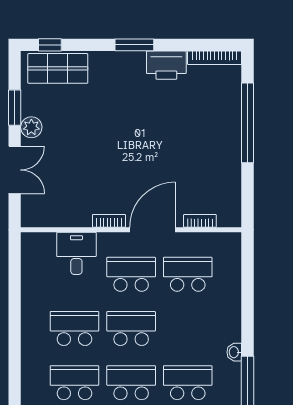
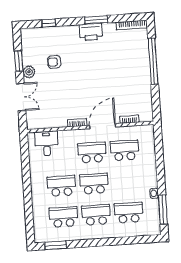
window: (50, 45) -> (49, 23), moved
window: (134, 45) -> (96, 20), moved
printer: (166, 65) -> (91, 32), moved
shop shelf: (58, 68) -> (42, 37), removed
armchair: (76, 113) -> (54, 62), added
desk: (76, 253) -> (47, 143), moved

